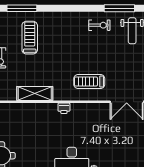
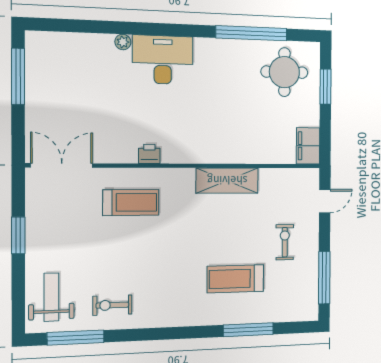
treadmill: (30, 38) -> (235, 279), turned 90
printer: (64, 108) -> (149, 154), moved

